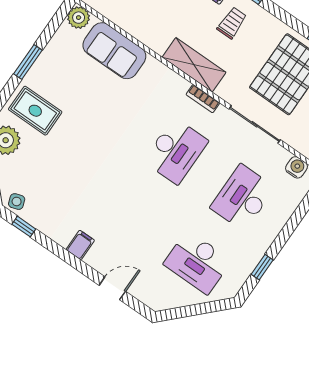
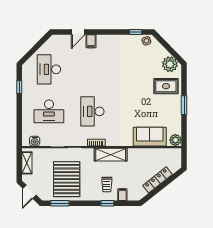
desk: (243, 198) -> (49, 111), turned 90
filing cabinet: (80, 245) -> (91, 41), moved
desk: (197, 262) -> (49, 69), turned -90

